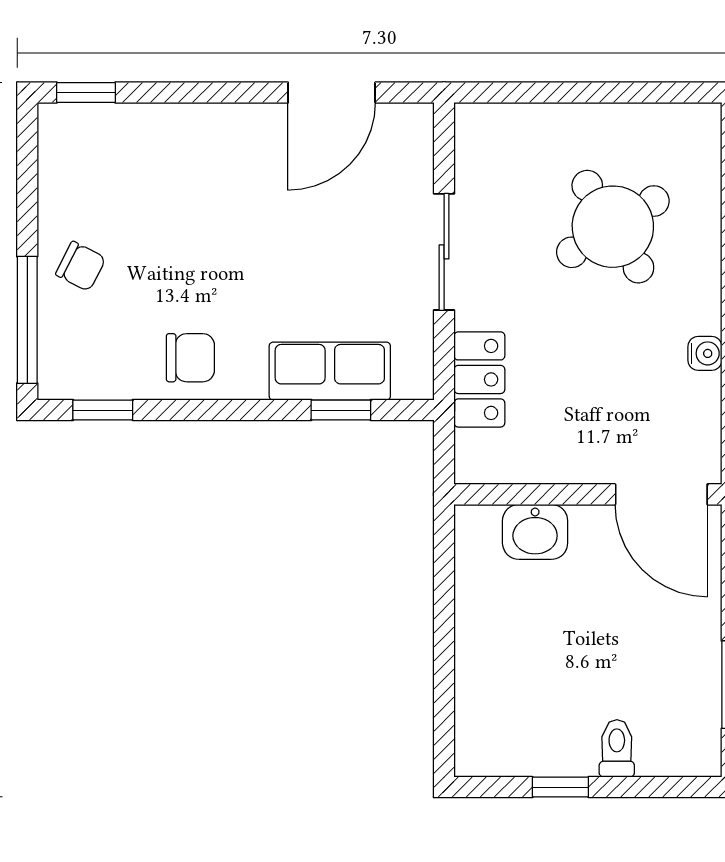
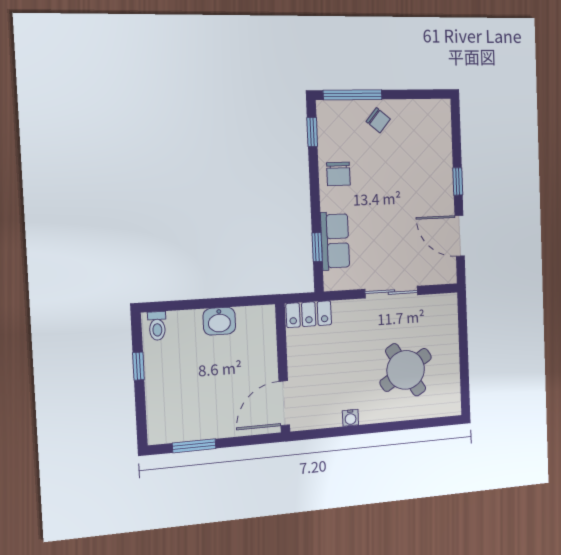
window: (86, 92) -> (458, 181), moved
chair: (81, 266) -> (378, 120), turned -77
locker: (479, 379) -> (309, 314), moved
washbasin: (535, 532) -> (219, 321), moved, turned -90
toilet: (617, 748) -> (157, 326), moved, turned 90

